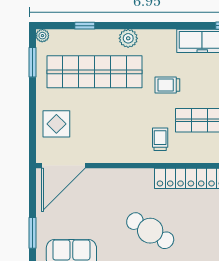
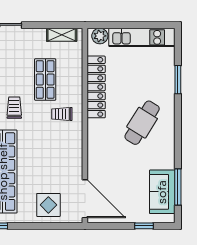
trolley: (167, 85) -> (14, 108), turned 180
window: (32, 233) -> (144, 226), width x0.67

